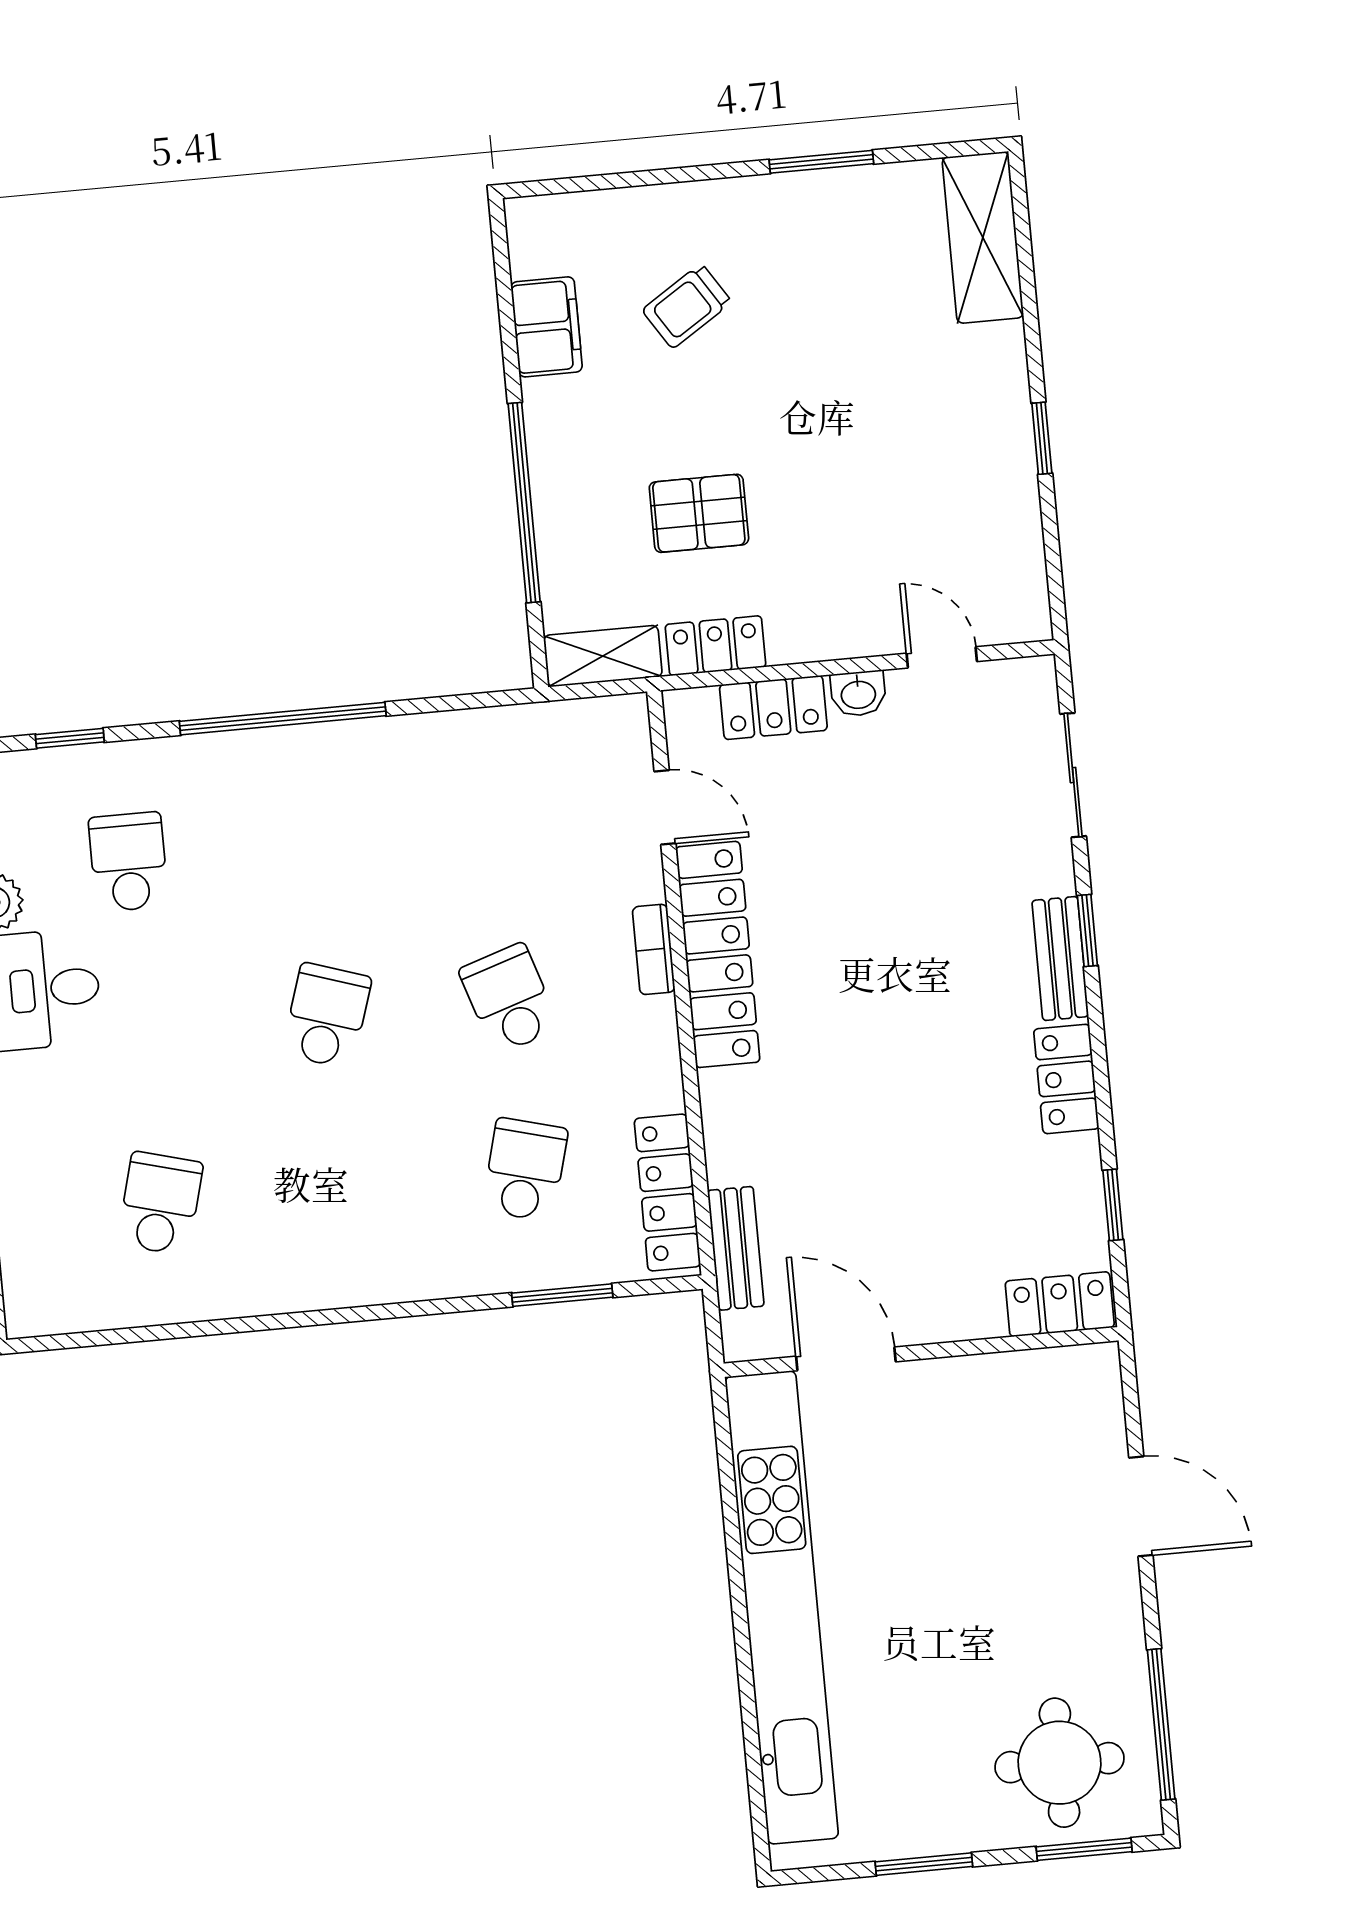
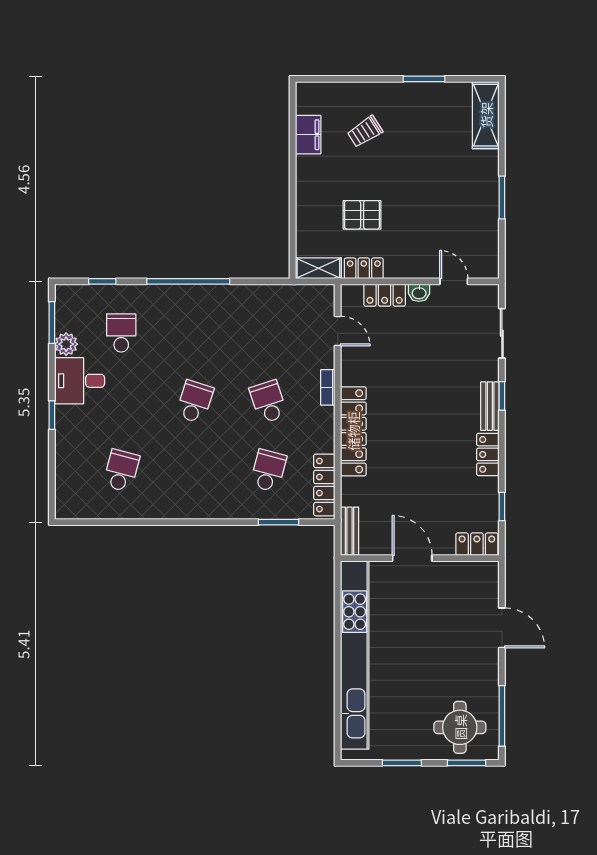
window: (1042, 438) -> (502, 198), width x1.50
window: (524, 503) -> (293, 204), removed
locker: (718, 954) -> (353, 431), moved
bench: (736, 1248) -> (350, 531), moved
door: (846, 1359) -> (412, 558), moved

